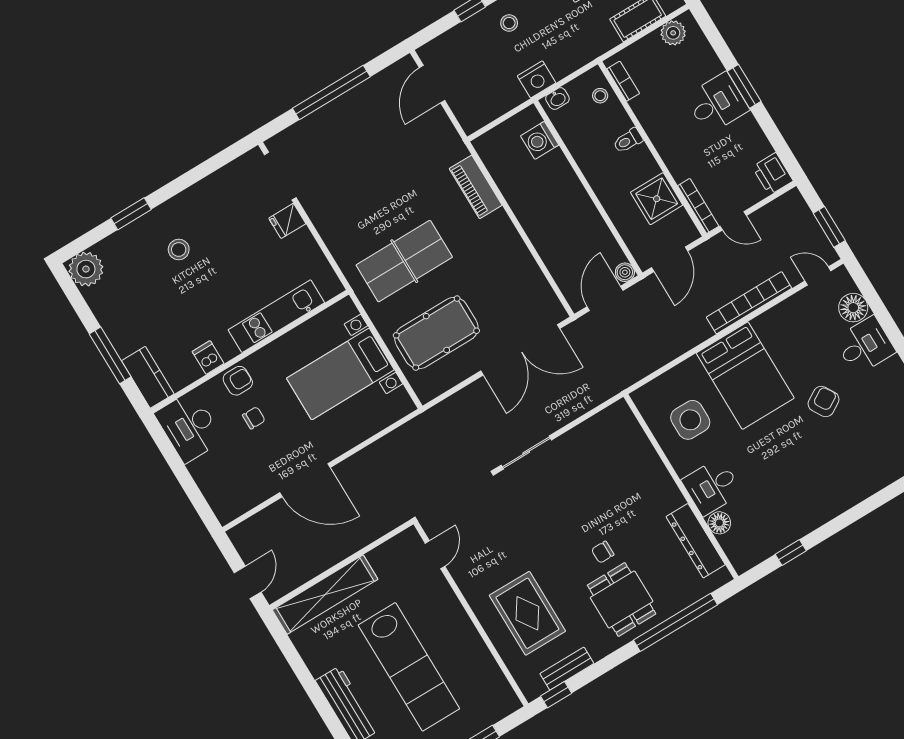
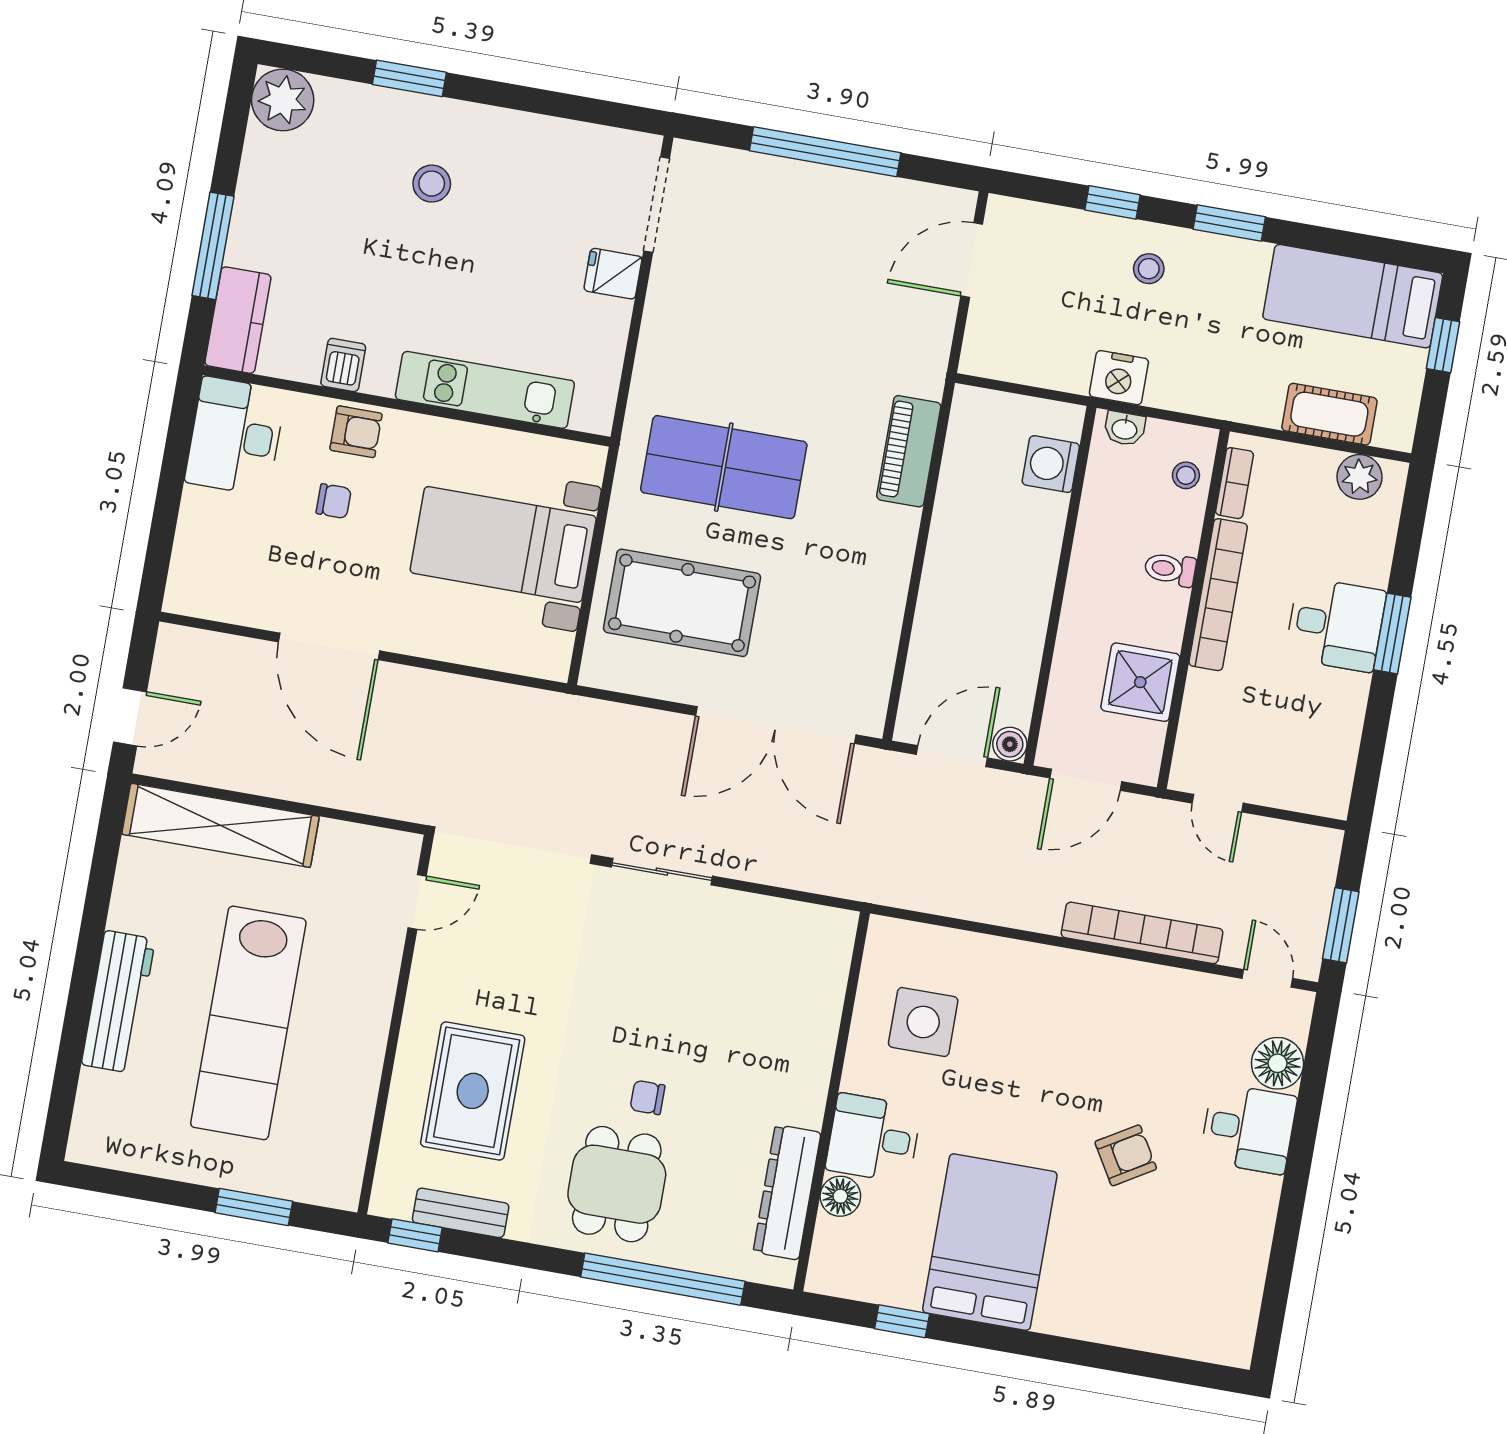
printer: (773, 174) -> (1327, 786), removed
bookcase: (698, 206) -> (1218, 595), moved, width x1.48, depth x1.31
bed: (745, 376) -> (990, 1242), moved, turned 180

